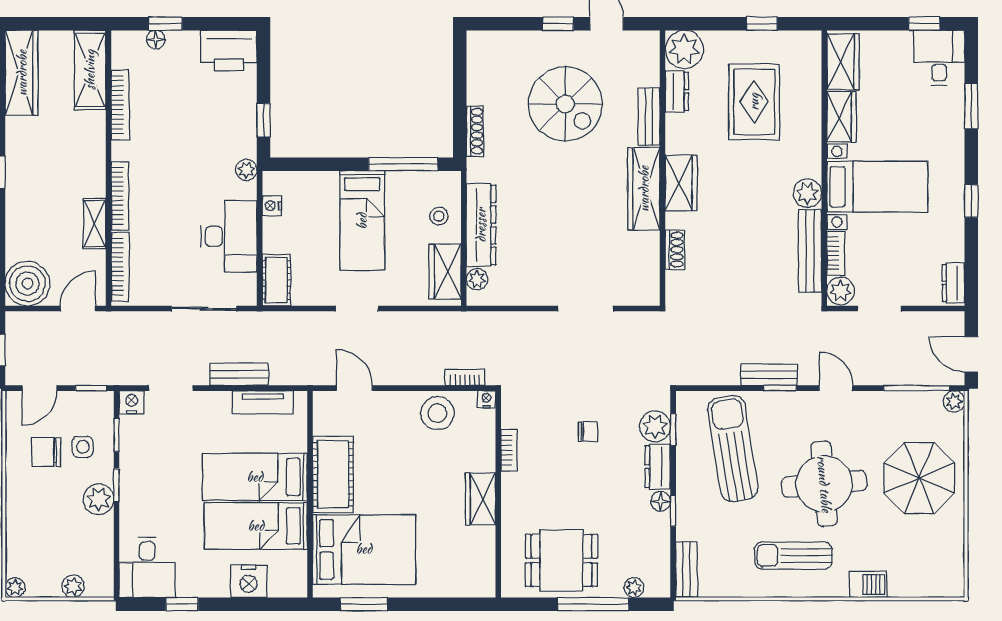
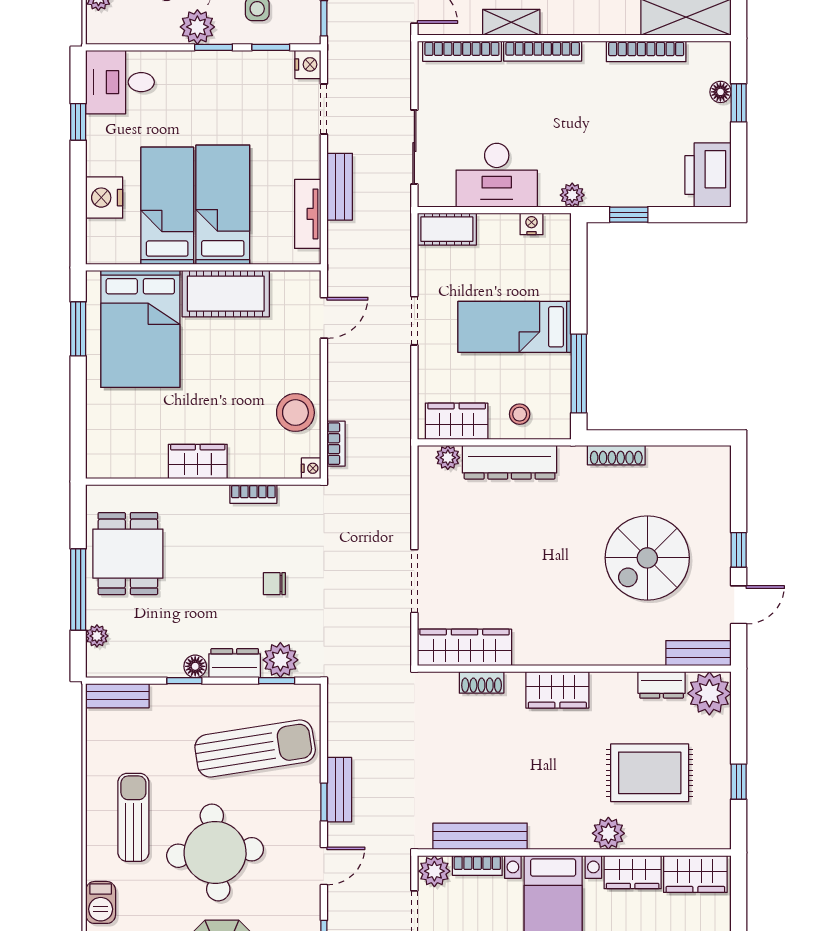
bench: (649, 117) -> (698, 653), moved
wardrobe: (644, 189) -> (464, 647), moved
plant: (807, 193) -> (608, 833), moved
chair: (588, 432) -> (274, 584), turned 90

